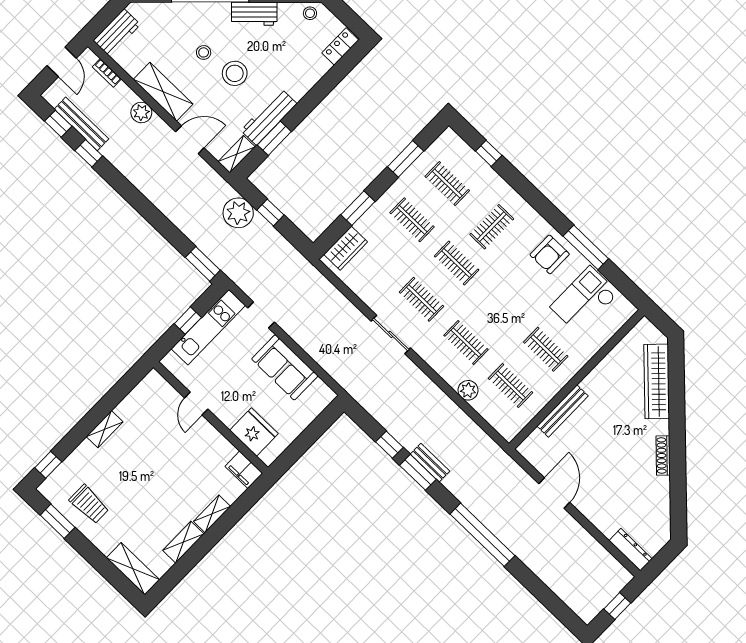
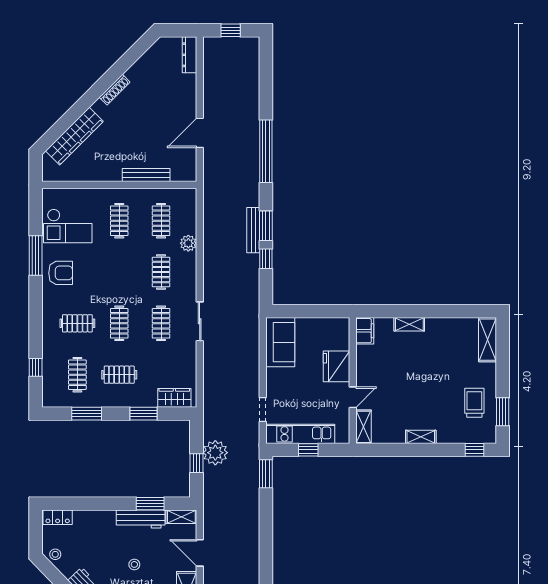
stool: (235, 73) -> (134, 564), width x0.53, depth x0.53
plant: (238, 213) -> (215, 453), moved
clothes rail: (412, 220) -> (119, 375), turned 90
sofa: (285, 367) -> (280, 342), moved
fridge: (254, 432) -> (336, 366), moved
bench: (430, 463) -> (253, 230), width x1.36
shelving: (183, 542) -> (363, 427), moved, turned 90

